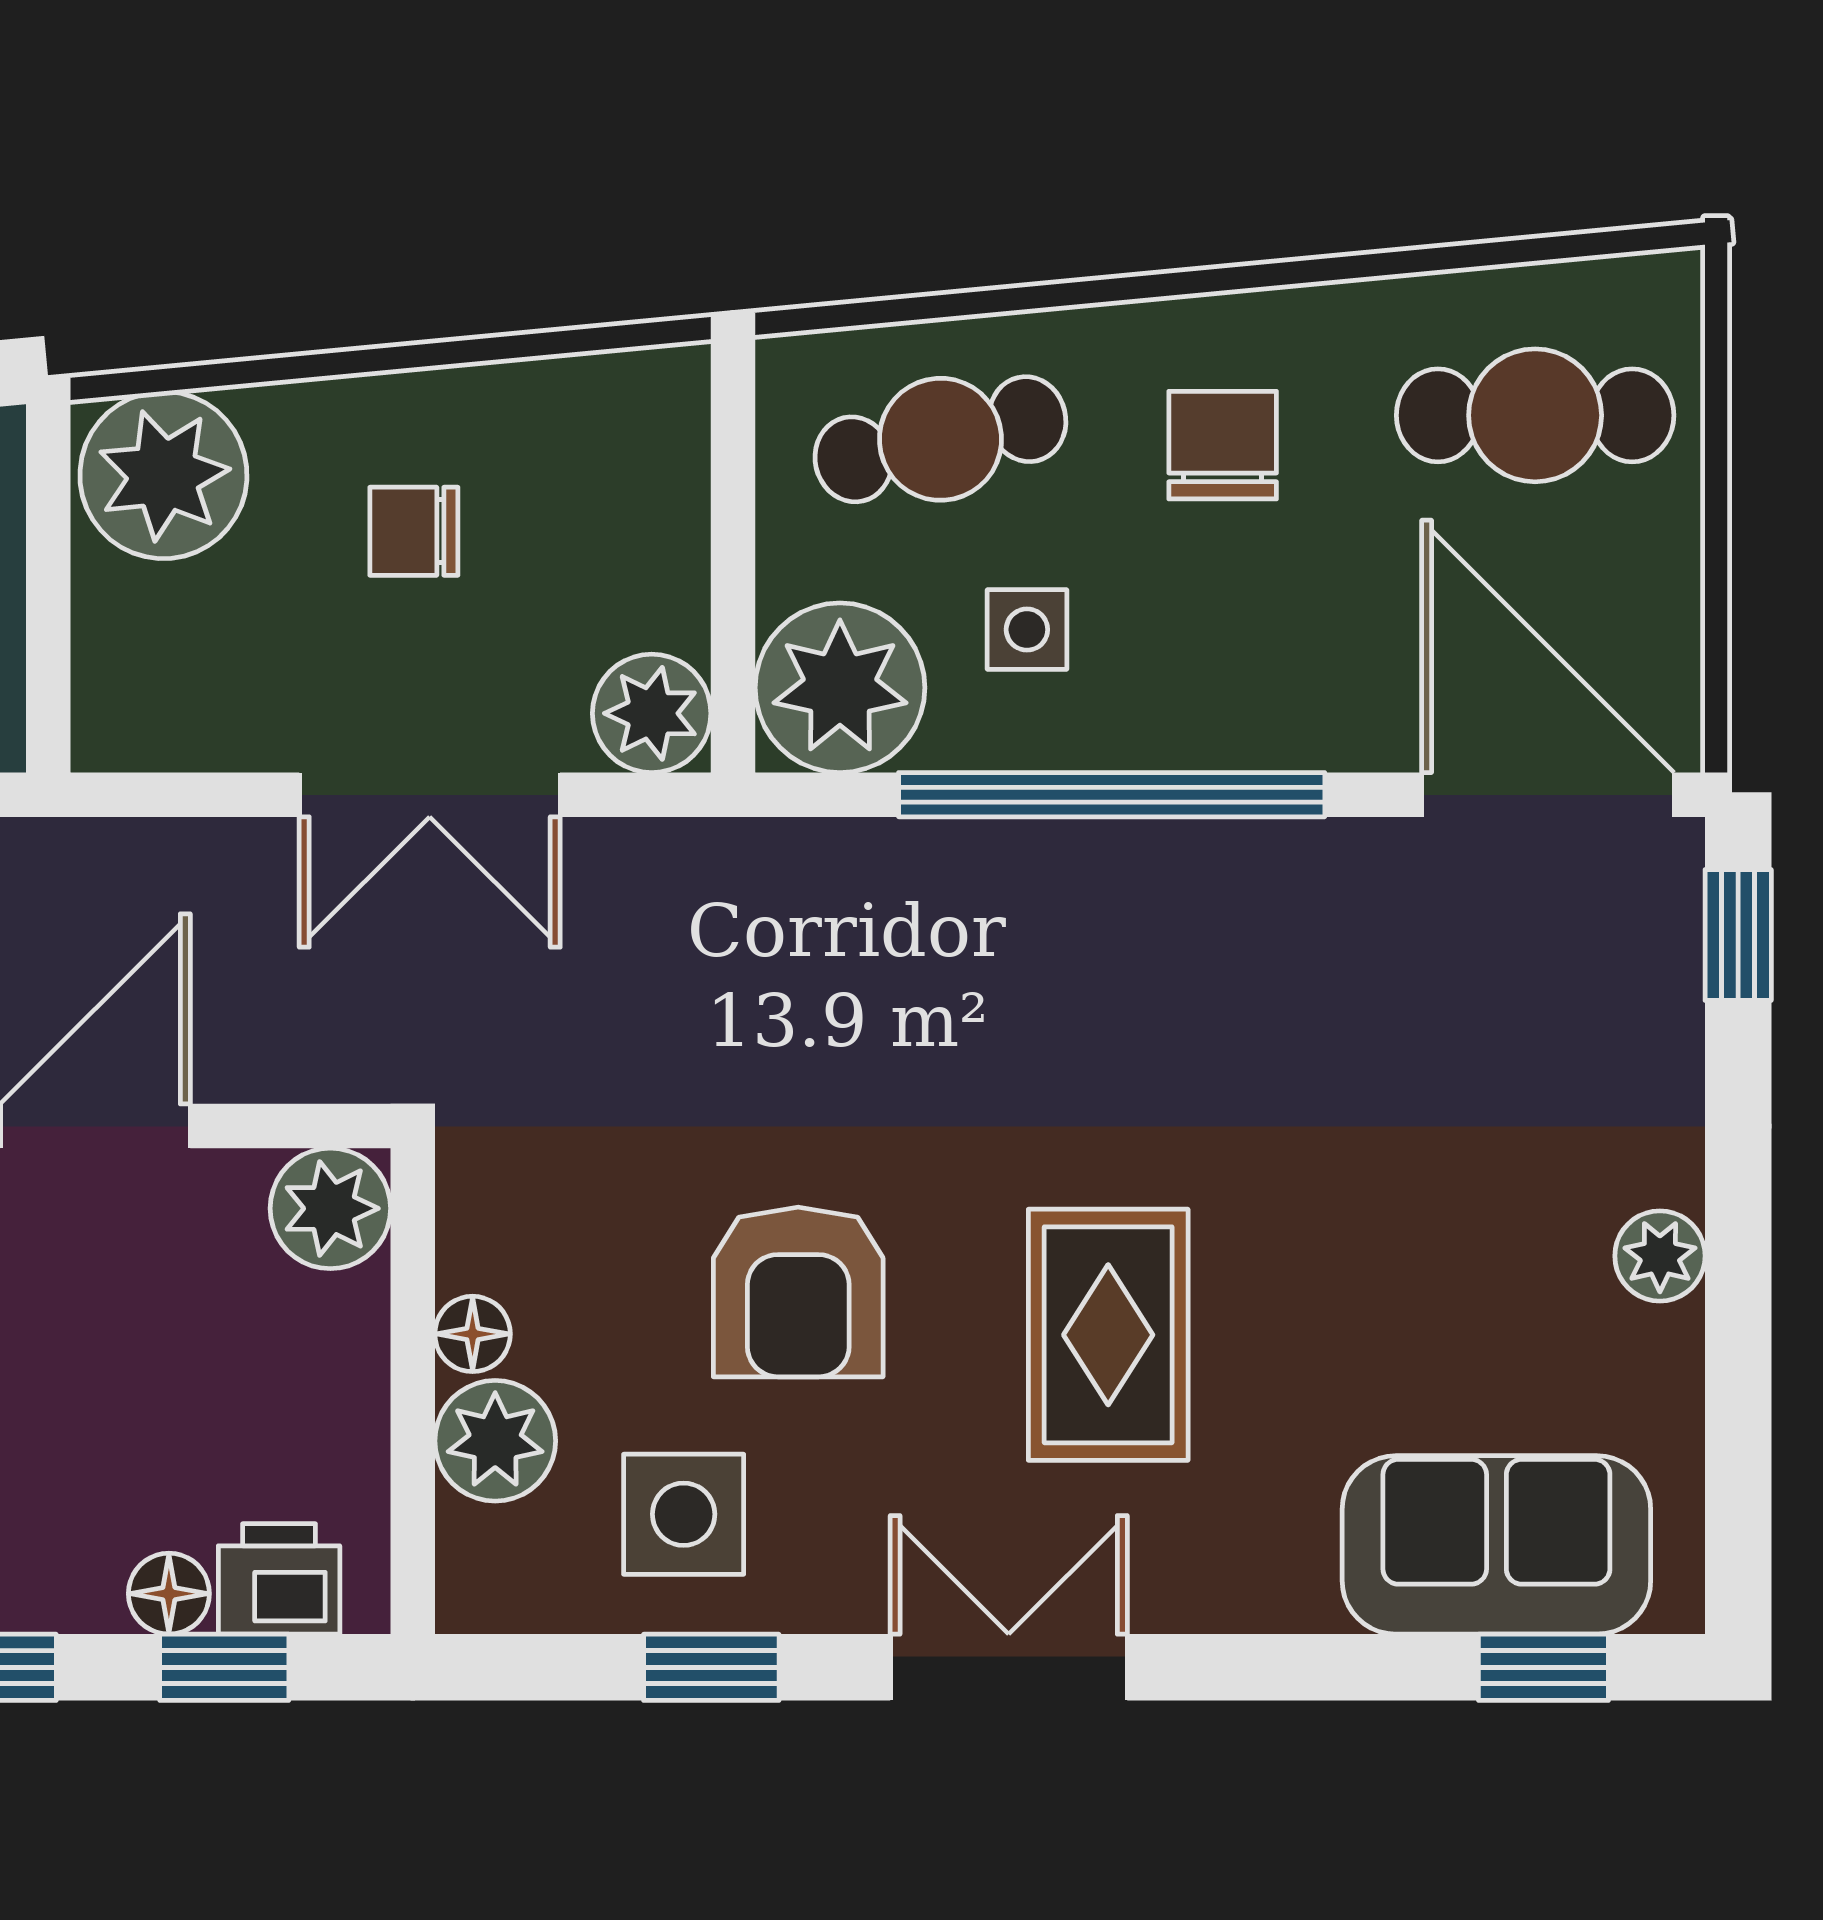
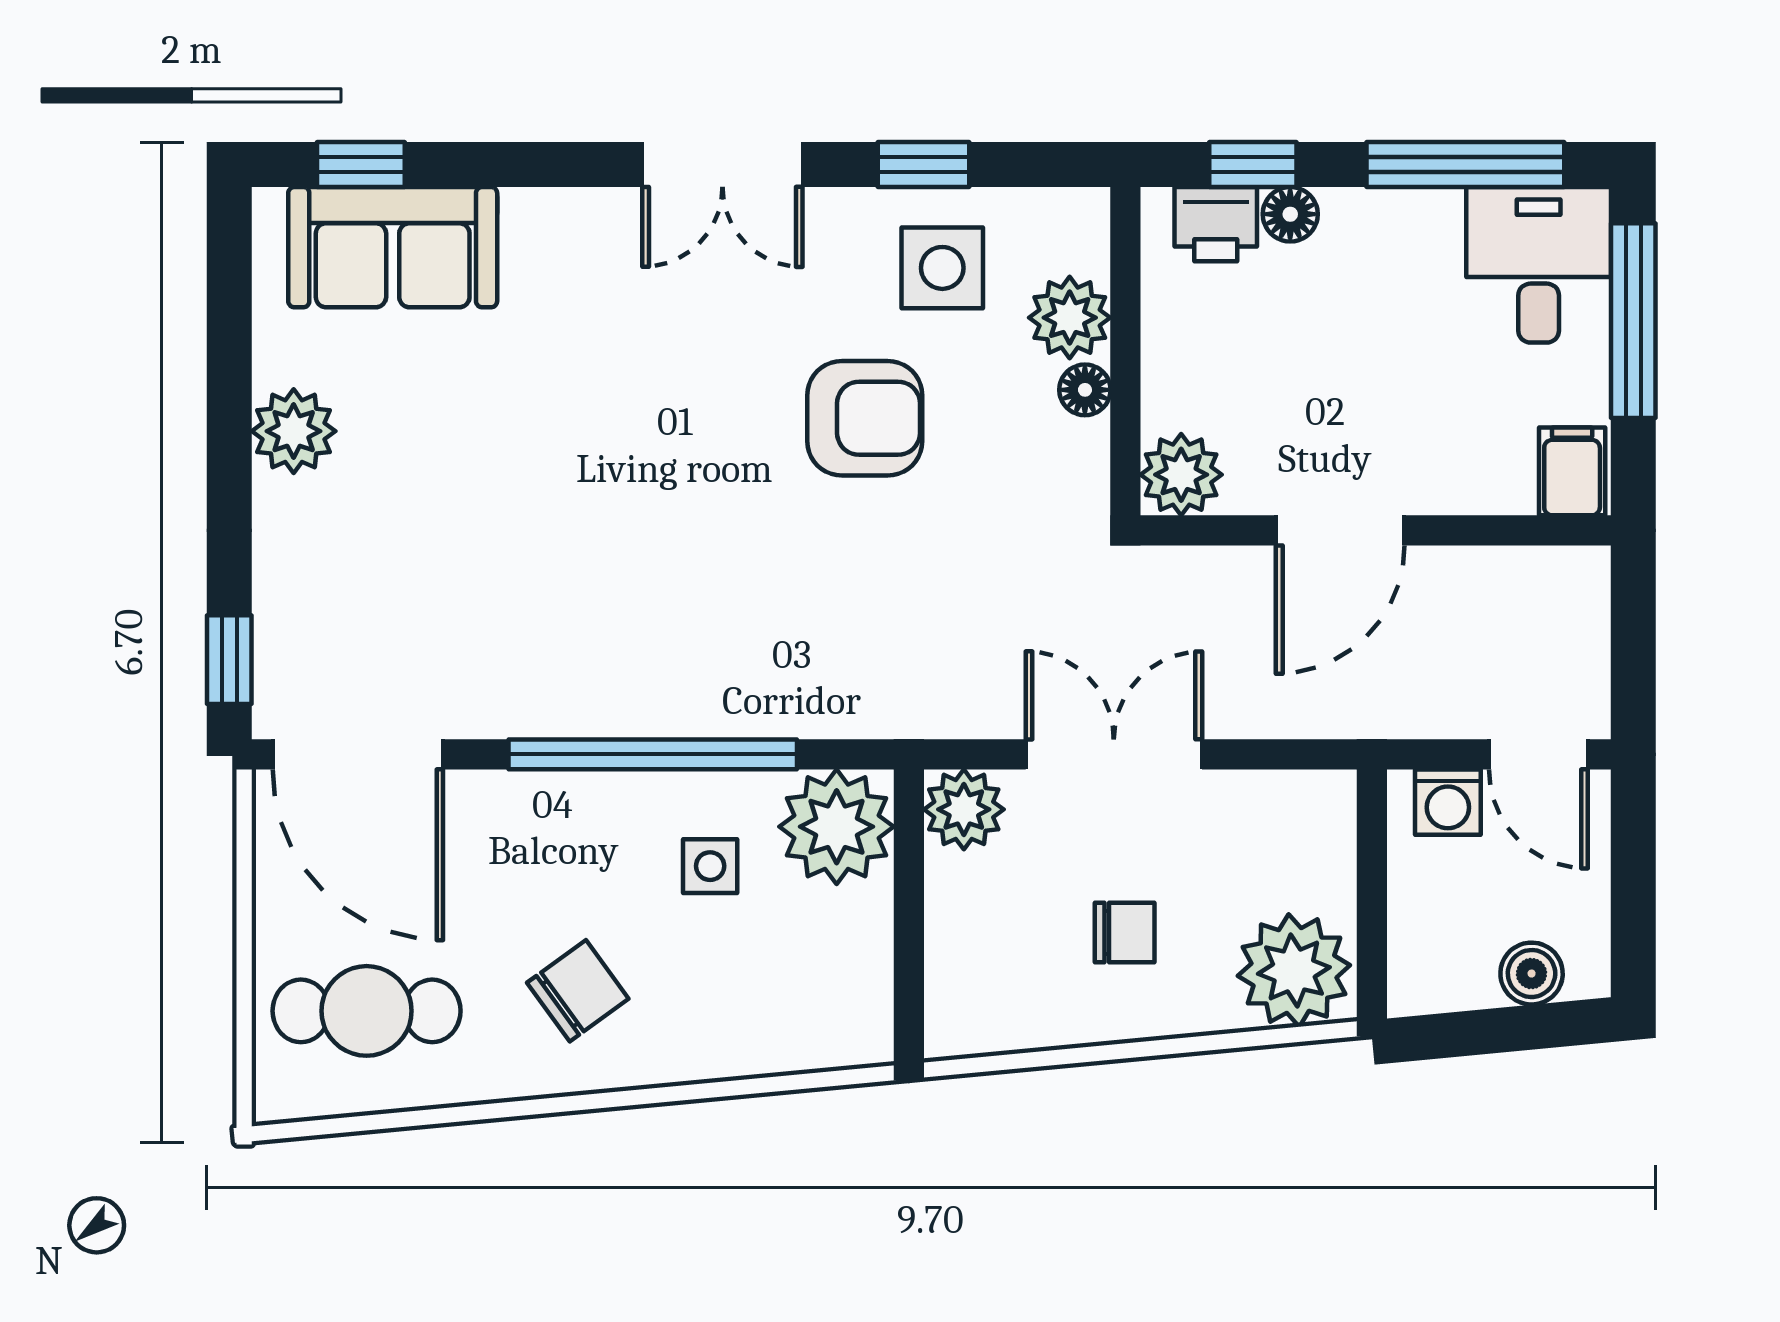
cafe table: (940, 439) -> (769, 995), removed
chair: (1223, 445) -> (578, 991), turned -126
plant: (1660, 1256) -> (294, 431), width x1.38, depth x1.38
armchair: (798, 1292) -> (865, 418), turned 90
rug: (1108, 1335) -> (655, 389), removed

